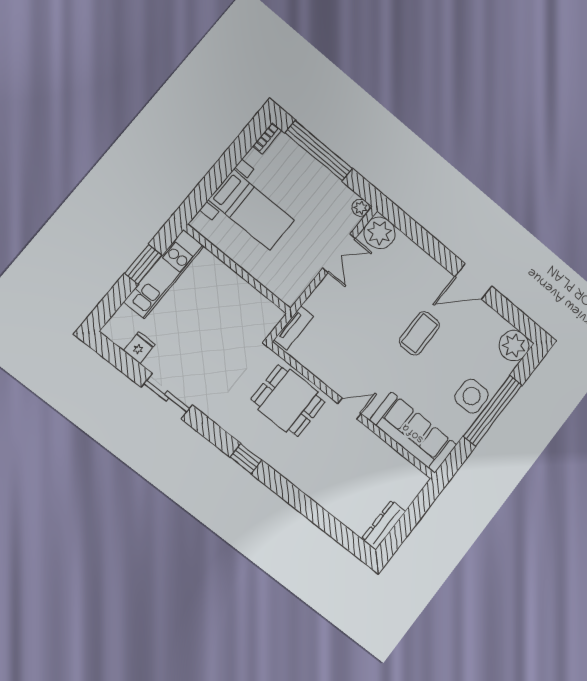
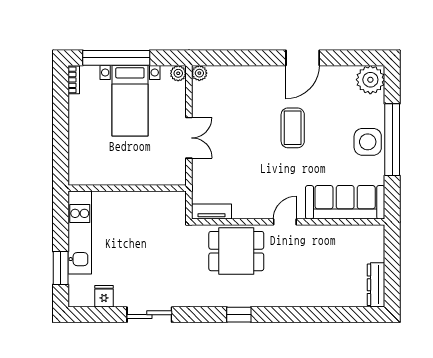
bed with nightstands: (251, 210) -> (130, 101), moved, turned 90
plant: (380, 233) -> (199, 73), width x0.53, depth x0.53
double door: (339, 253) -> (189, 138), moved
window: (143, 264) -> (61, 268), moved
tv unit: (294, 328) -> (211, 212), moved, turned -90

